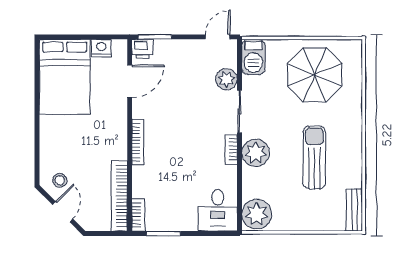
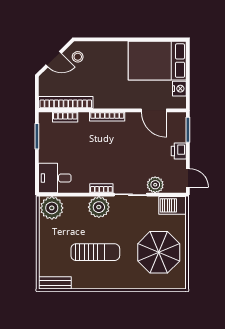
printer: (142, 49) -> (179, 151), moved
bookcase: (138, 215) -> (65, 117), moved

